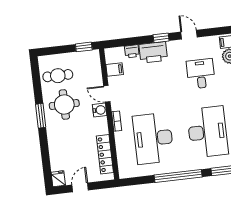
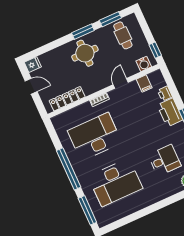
window: (37, 83) -> (110, 19), added
round table: (64, 105) -> (85, 53), moved
water cooler: (100, 110) -> (144, 64), moved

